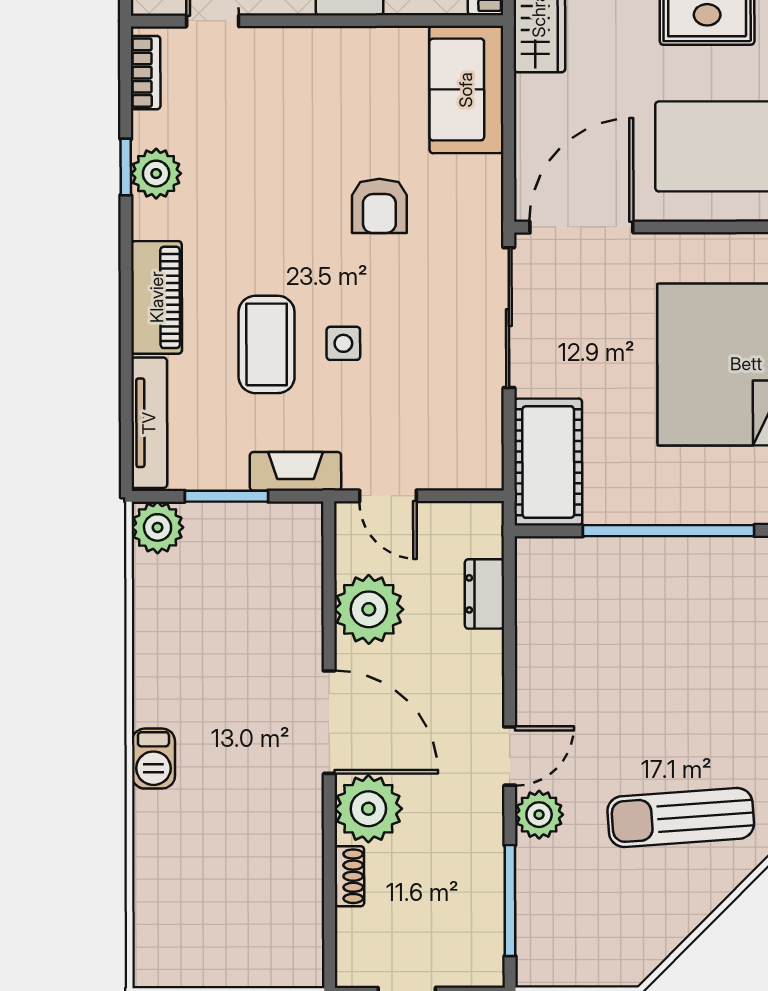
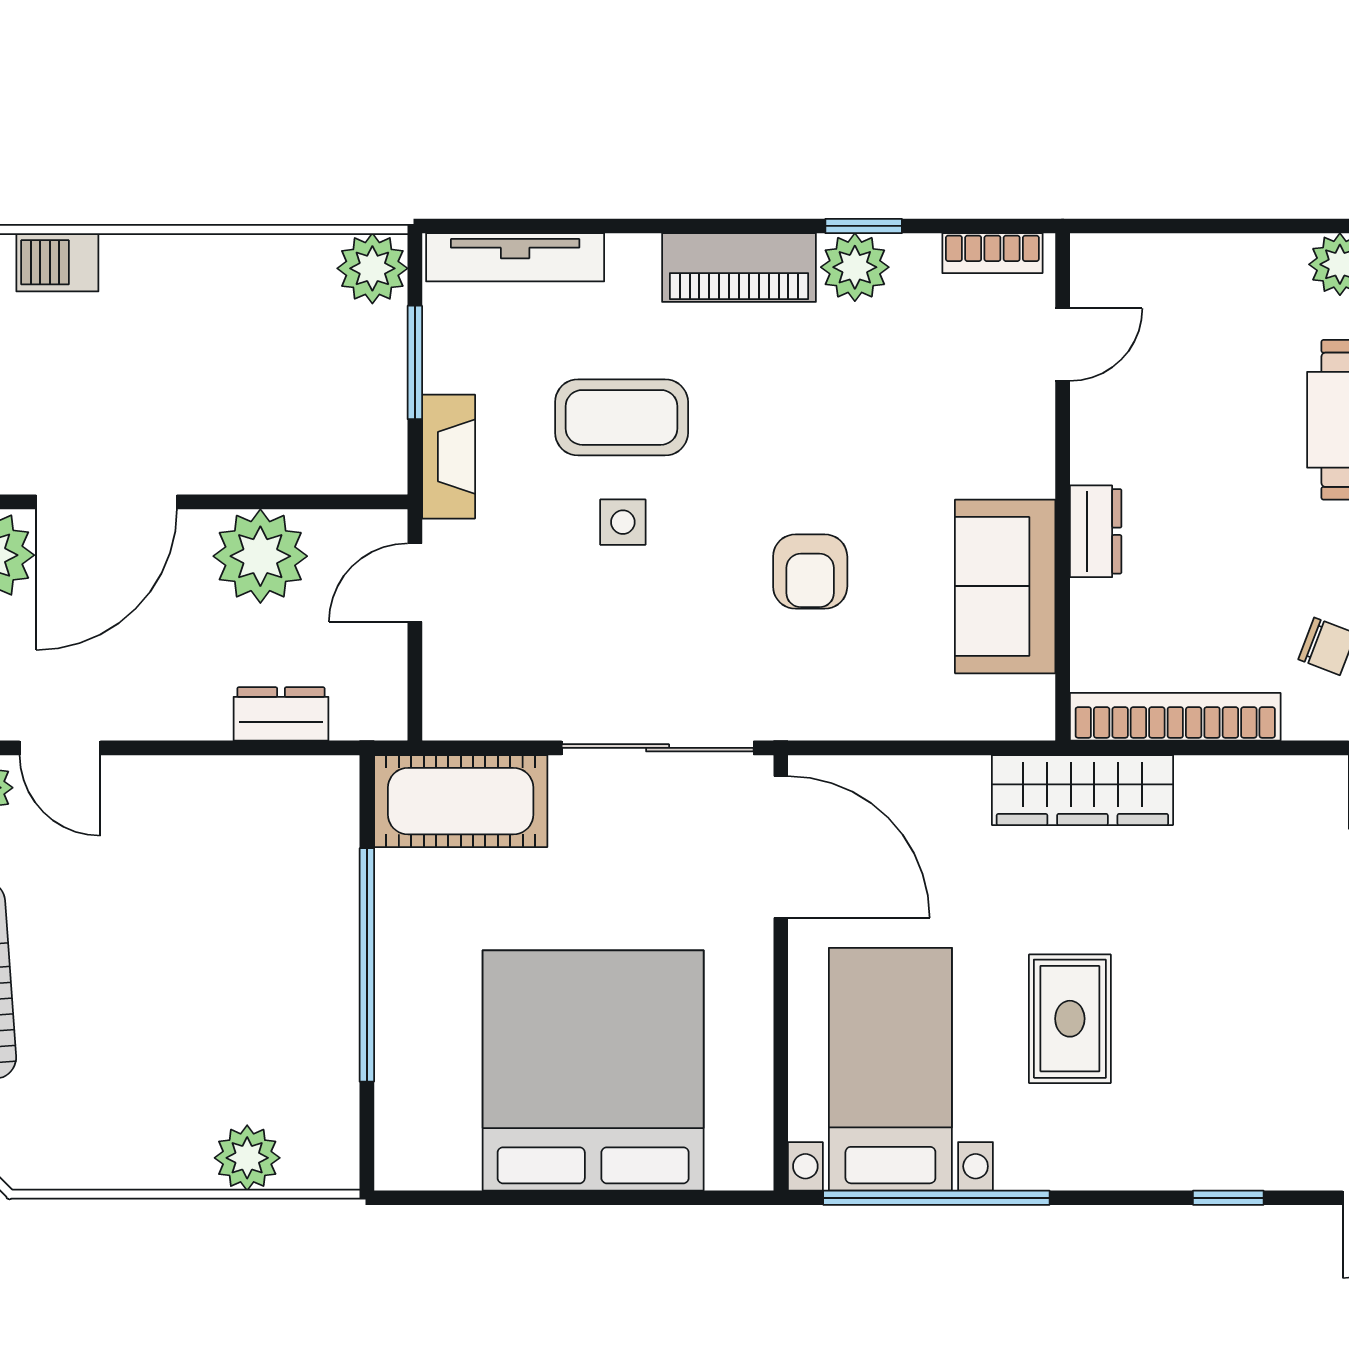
sofa: (466, 90) -> (1005, 586), moved, turned -90
armchair: (379, 206) -> (810, 572), turned -90
piano: (157, 297) -> (739, 268), moved

